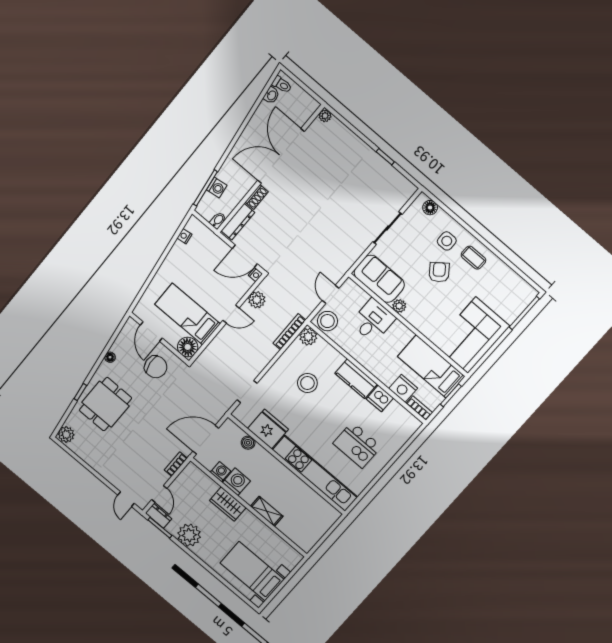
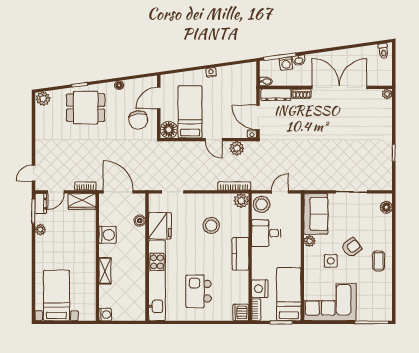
washbasin: (271, 95) -> (299, 60), moved
nightstand: (184, 236) -> (211, 72), moved
side table: (447, 241) -> (331, 261), moved
desk: (373, 321) -> (266, 233), moved, turned 180
dishwasher: (380, 398) -> (241, 312), moved
washing machine: (220, 472) -> (105, 315), moved
wardrobe: (228, 504) -> (82, 201), moved, turned -90
plant: (189, 535) -> (40, 230), width x0.53, depth x0.53

